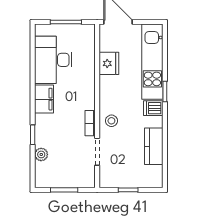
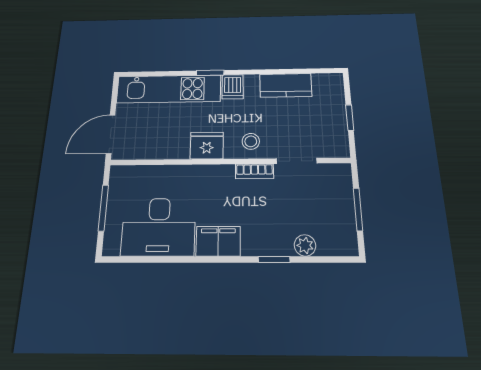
fridge: (109, 63) -> (207, 146), moved

